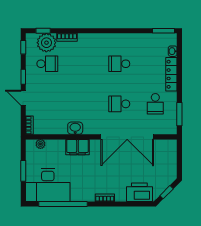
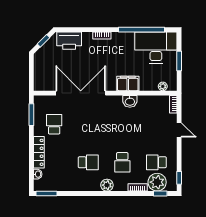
plant: (99, 40) -> (107, 185), added
window: (23, 77) -> (179, 150), removed
school desk: (119, 104) -> (122, 162), moved, turned 90

